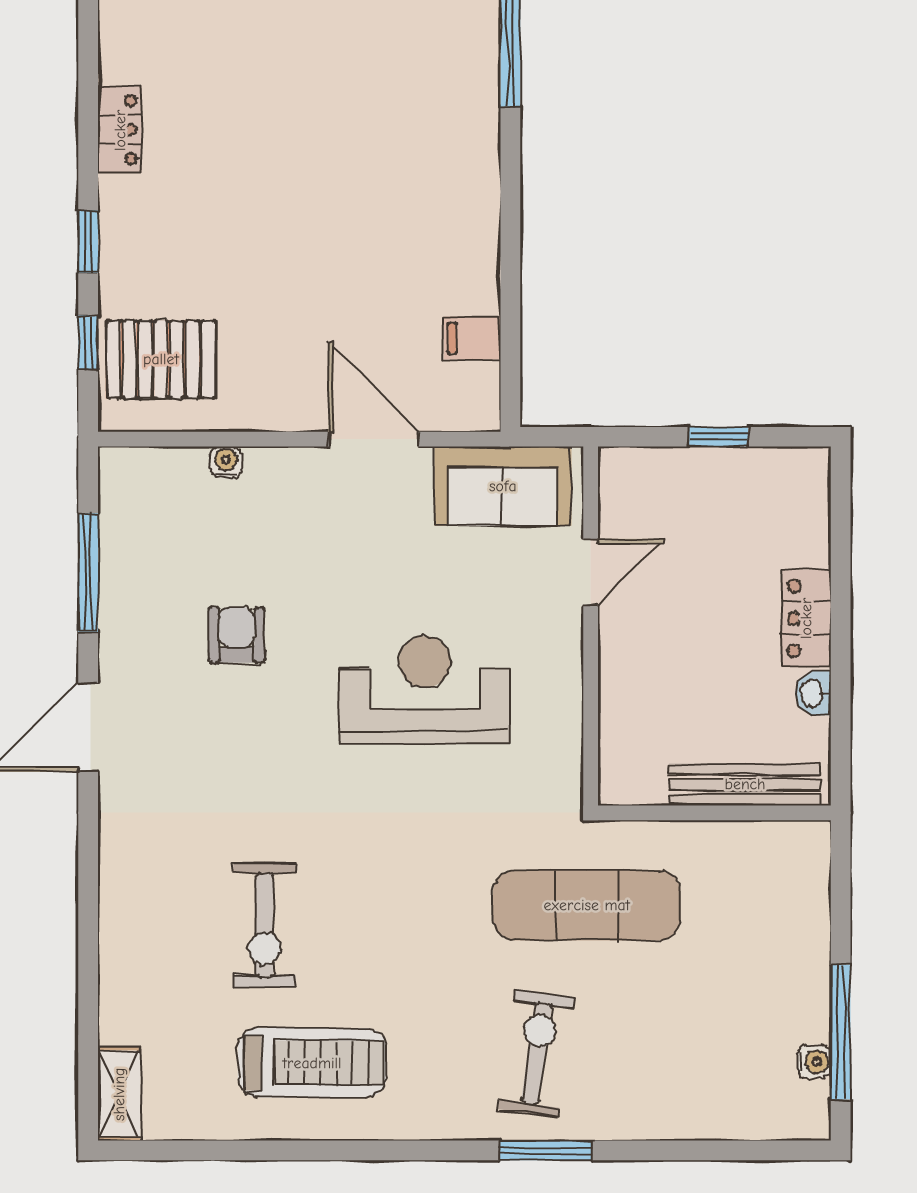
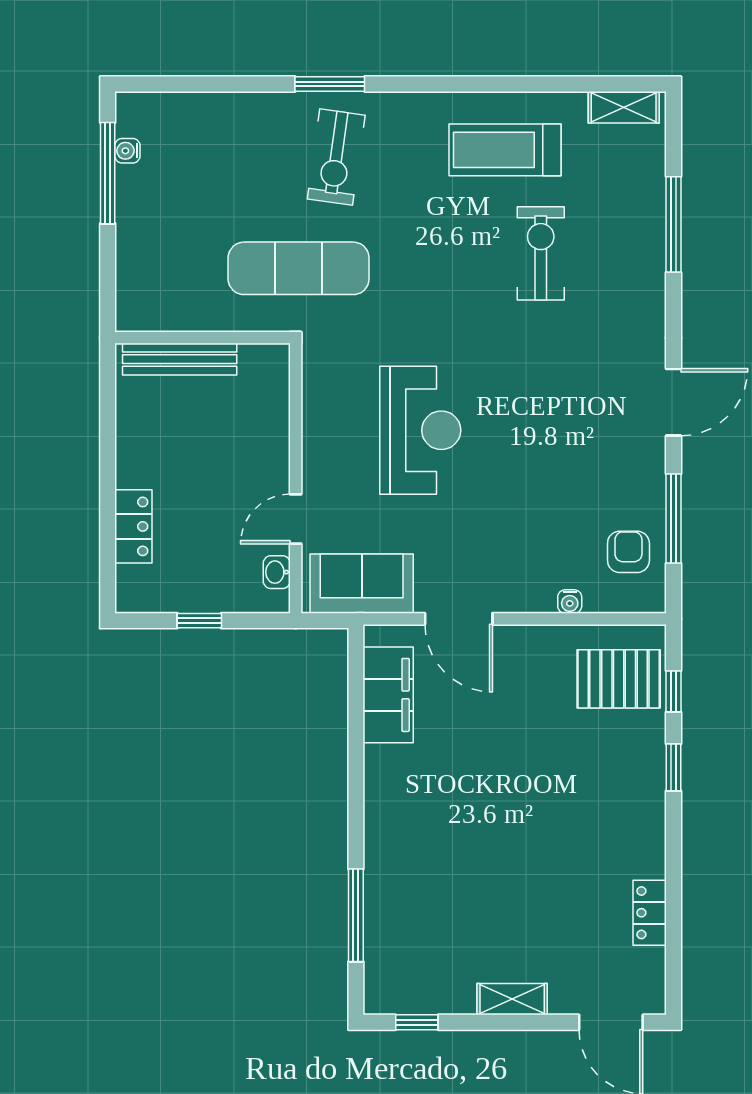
locker: (120, 130) -> (650, 913), moved
filing cabinet: (472, 338) -> (388, 695), width x3.00, depth x1.17
locker: (806, 618) -> (133, 526), moved
armchair: (237, 635) -> (628, 552), moved, turned 180
reception desk: (425, 690) -> (420, 430), turned -90
washbasin: (813, 693) -> (277, 572), moved, turned 180
window: (88, 964) -> (673, 224), added
shelving: (119, 1094) -> (624, 107), moved, turned 90

